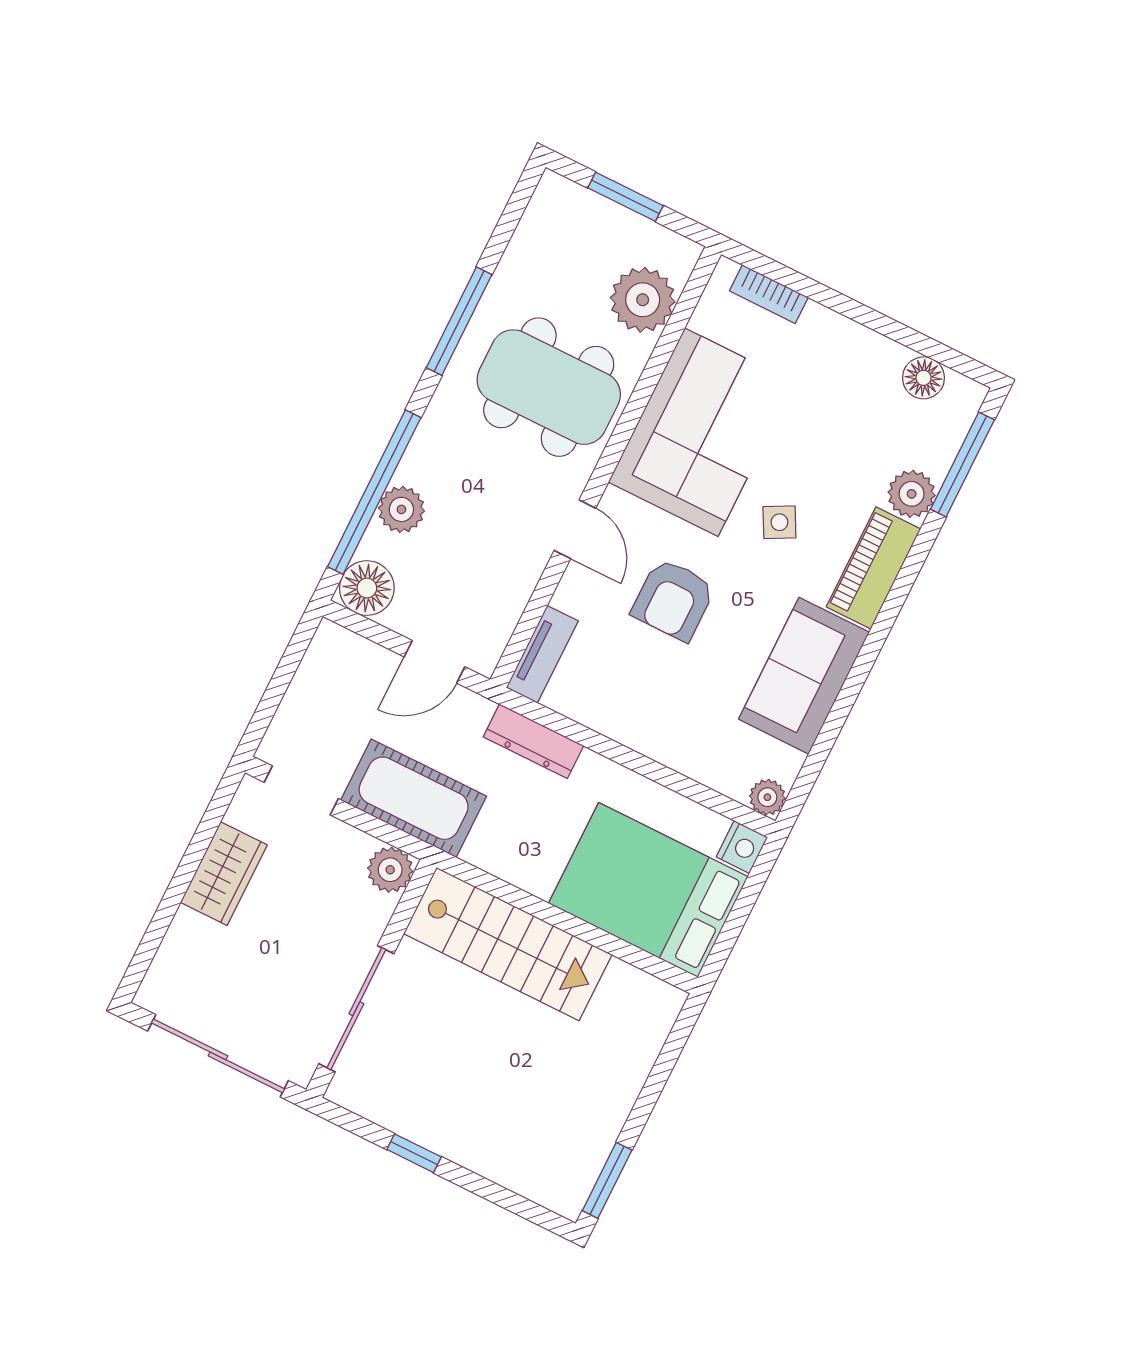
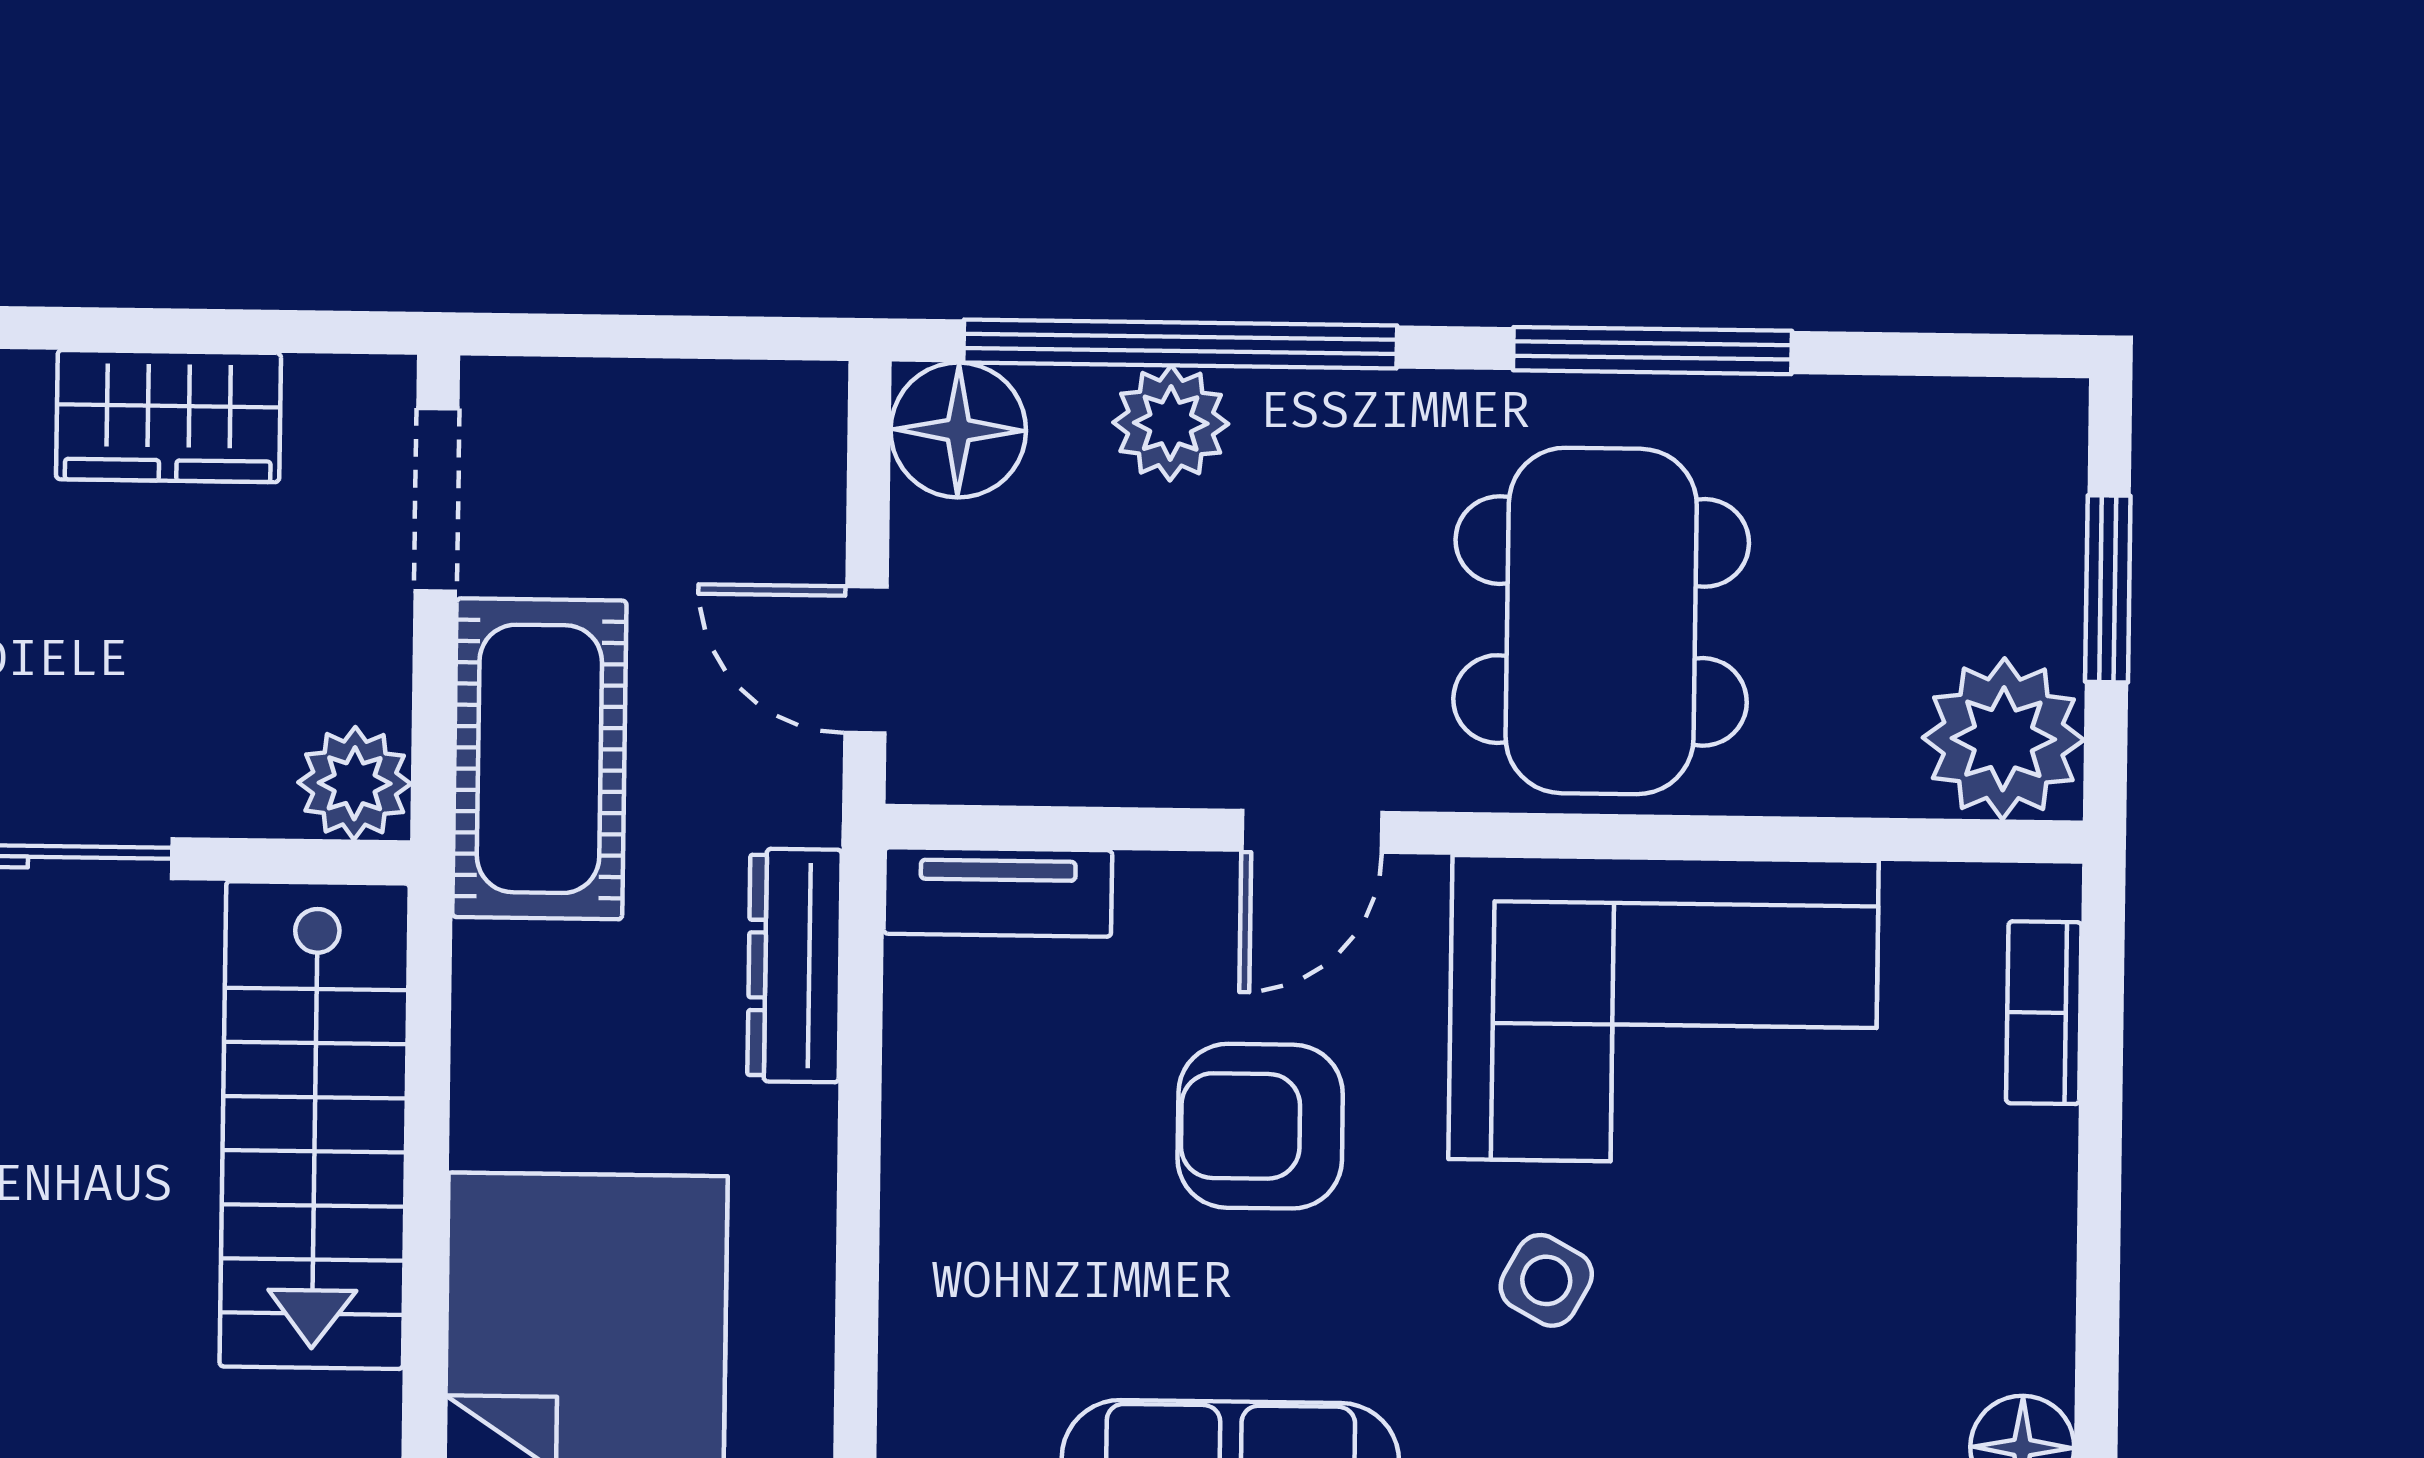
plant: (643, 300) -> (2003, 739), moved
side table: (779, 522) -> (1546, 1280), turned -33

